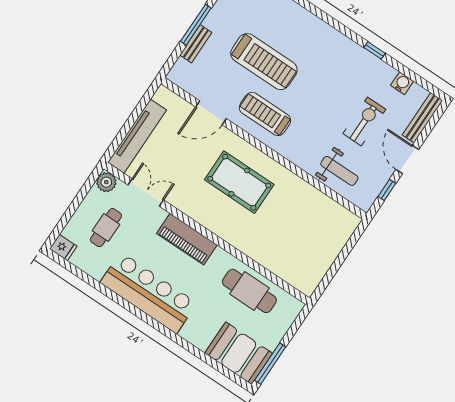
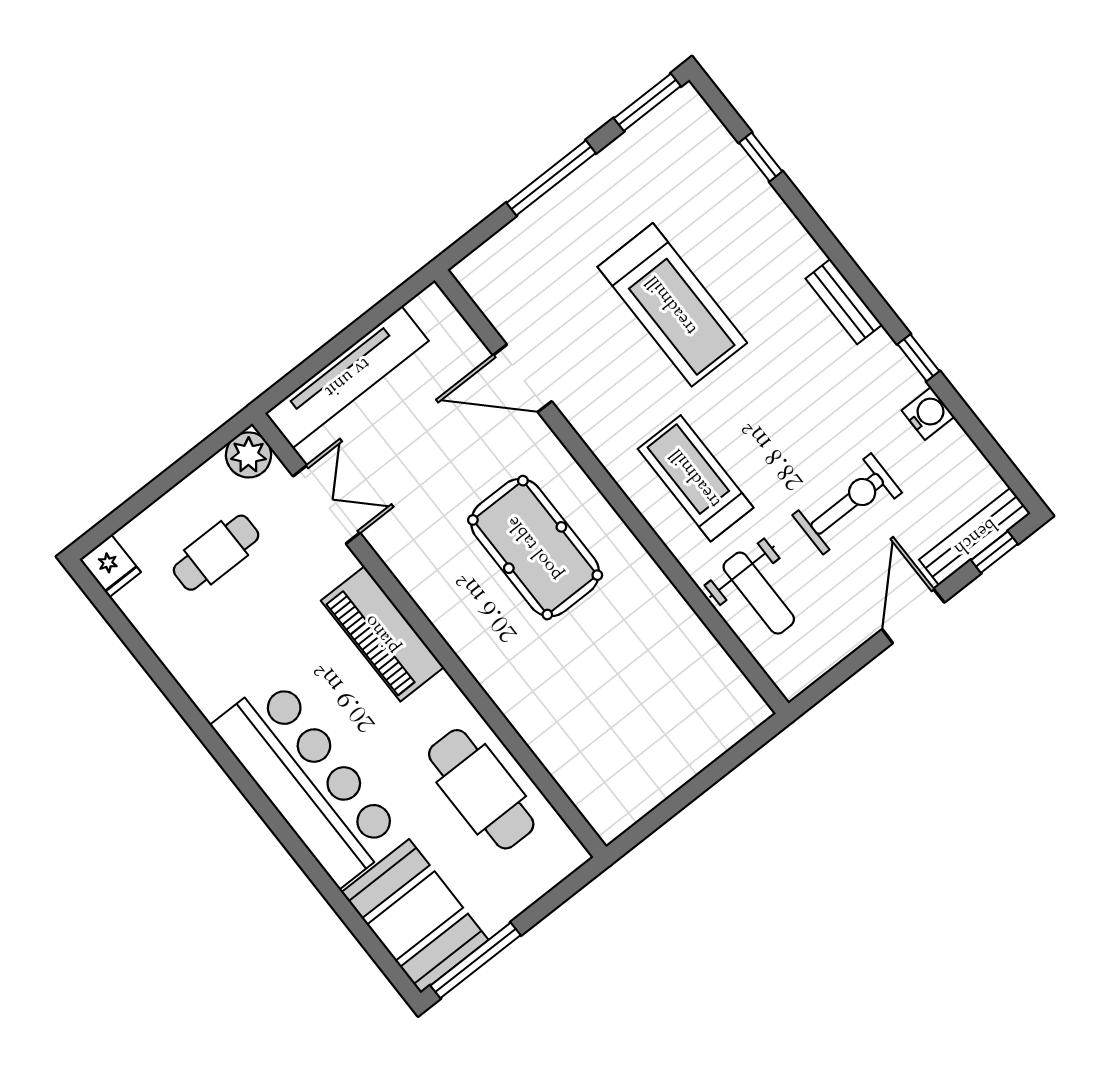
bench: (196, 44) -> (844, 302), moved, turned 90
water cooler: (402, 83) -> (928, 413), moved
treadmill: (265, 114) -> (696, 478), moved
window: (387, 190) -> (994, 552), moved
bar counter: (149, 293) -> (308, 781), moved

